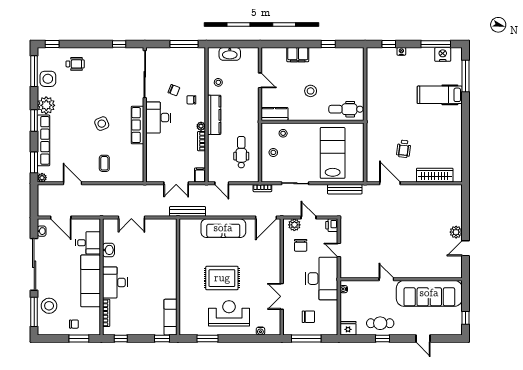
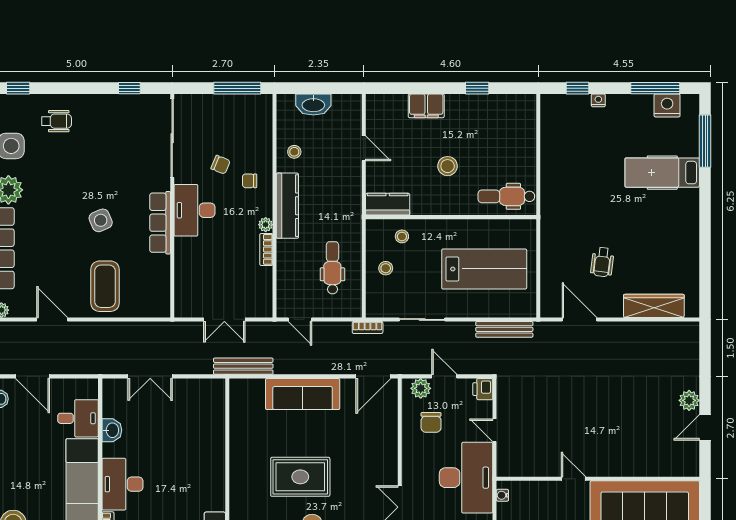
lab bench: (333, 153) -> (484, 269), turned 90
coffee table: (104, 163) -> (105, 286), width x1.86, depth x1.72
filing cabinet: (200, 175) -> (264, 306), removed

